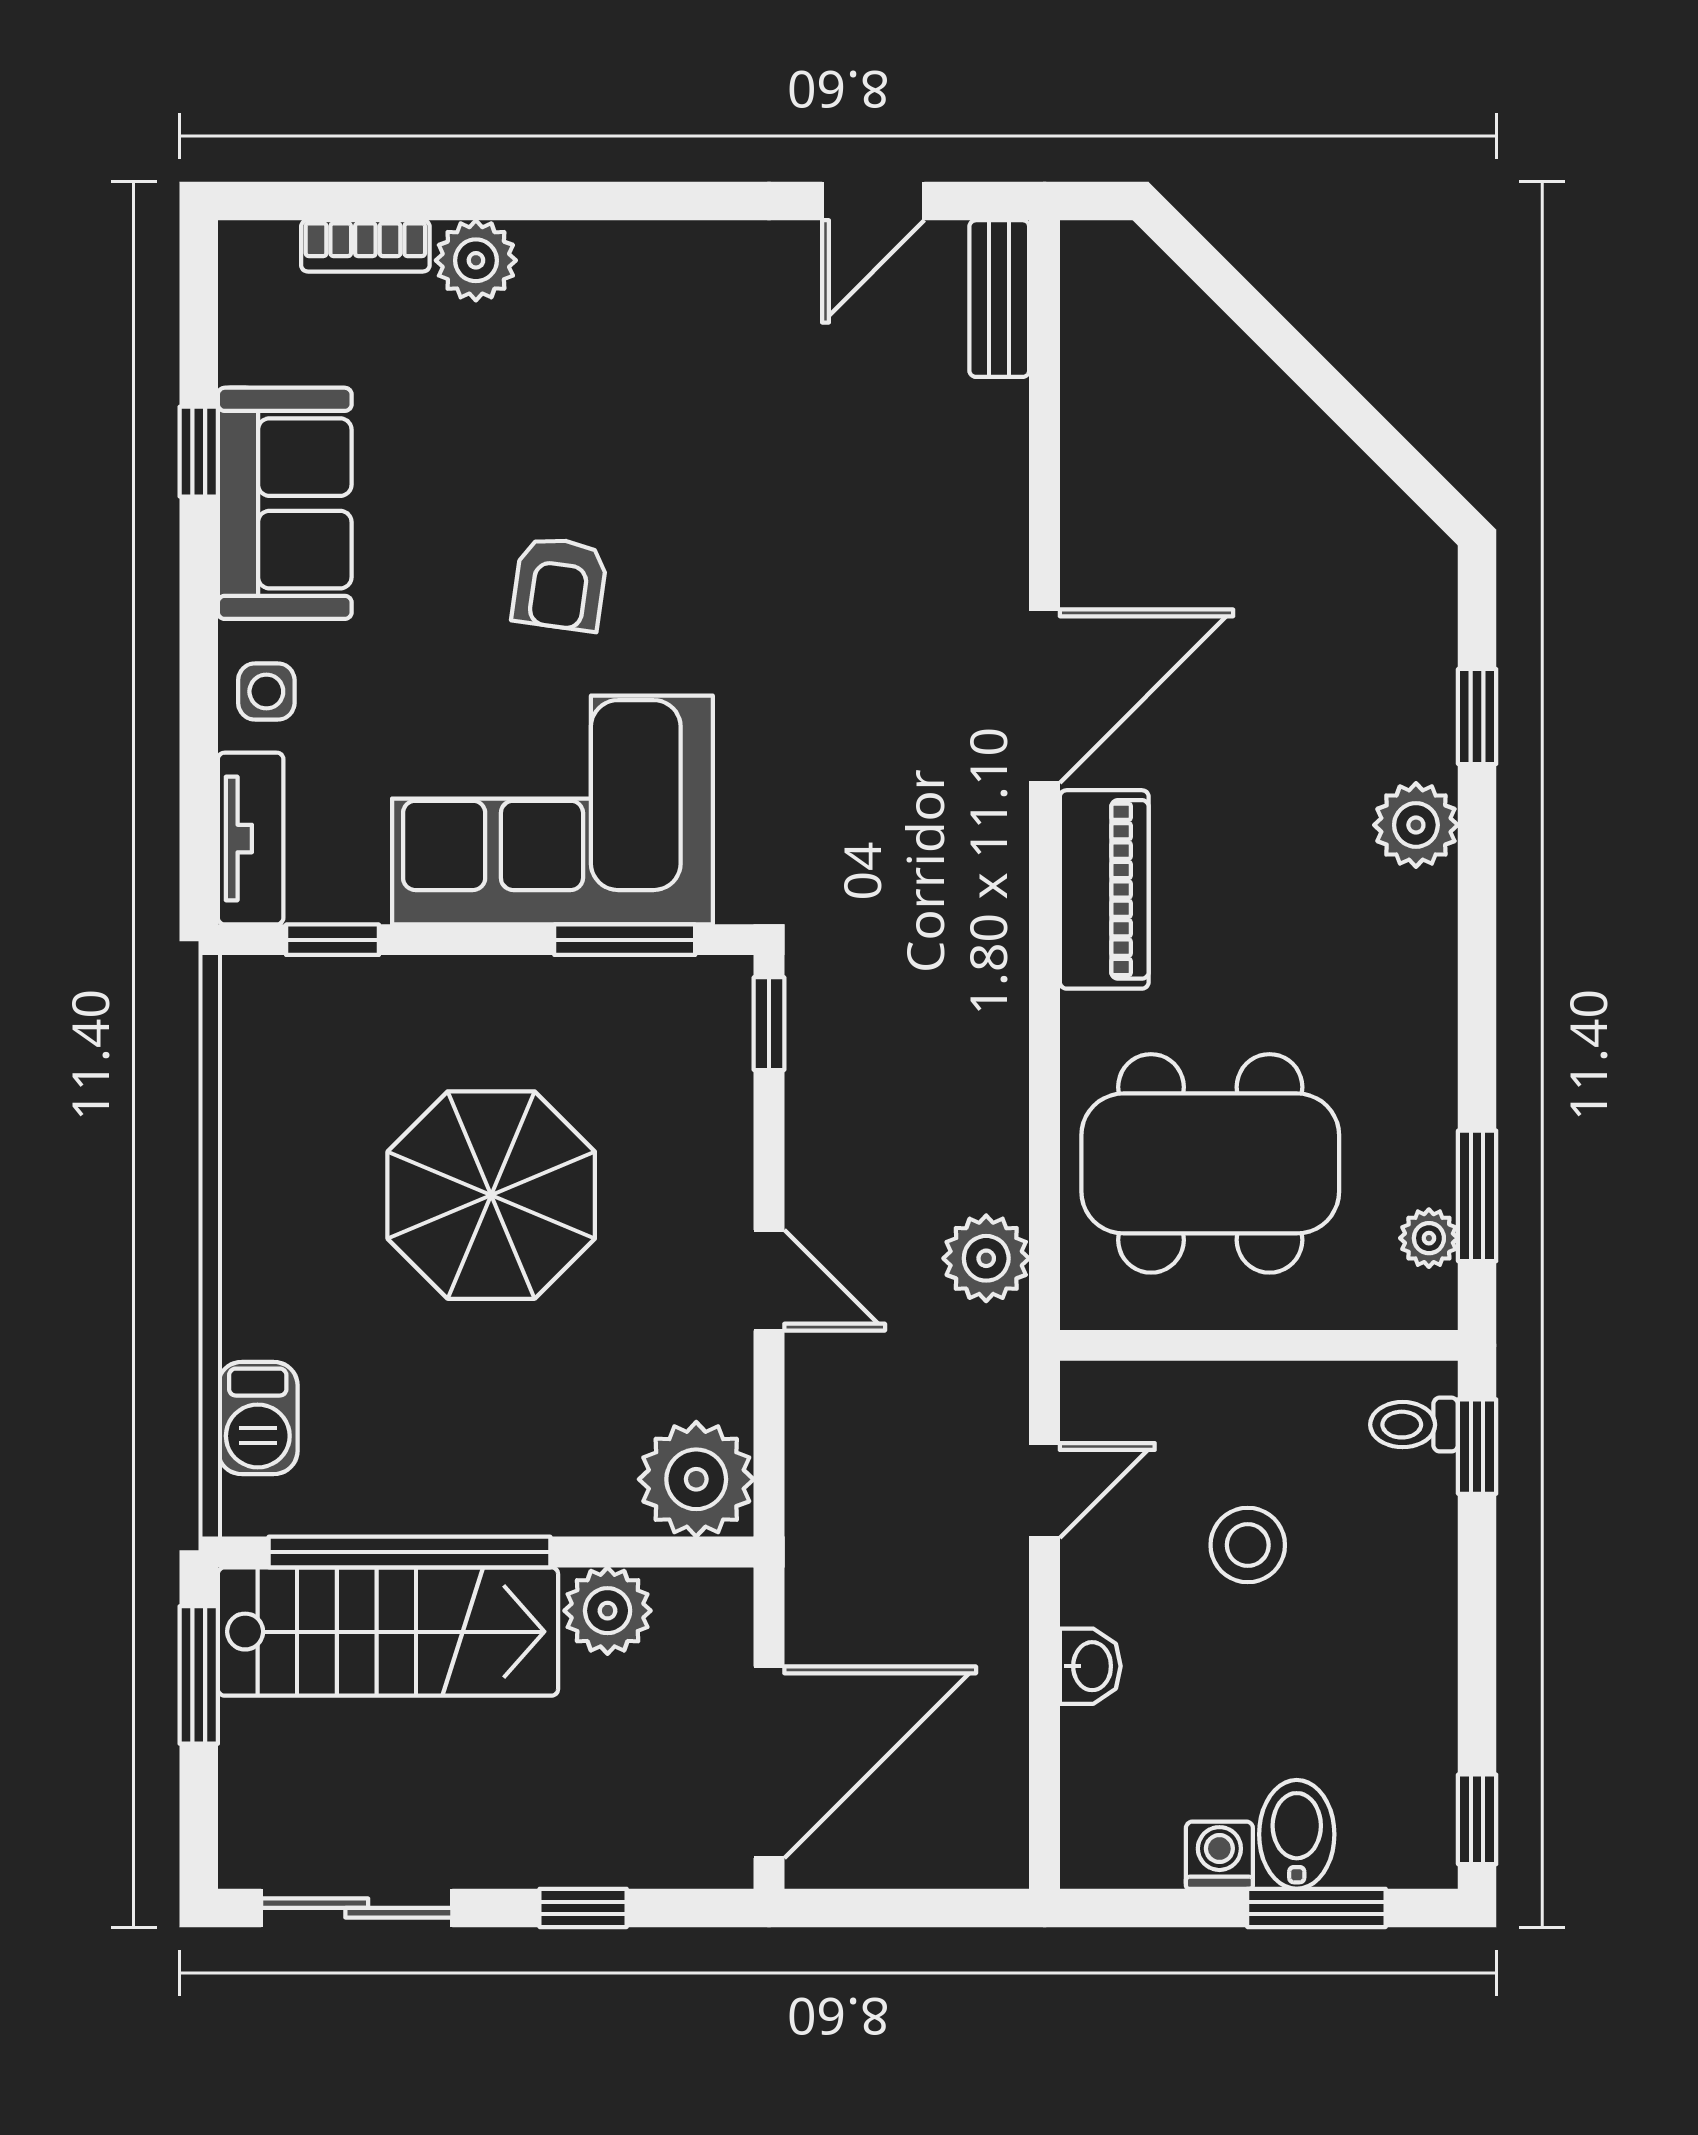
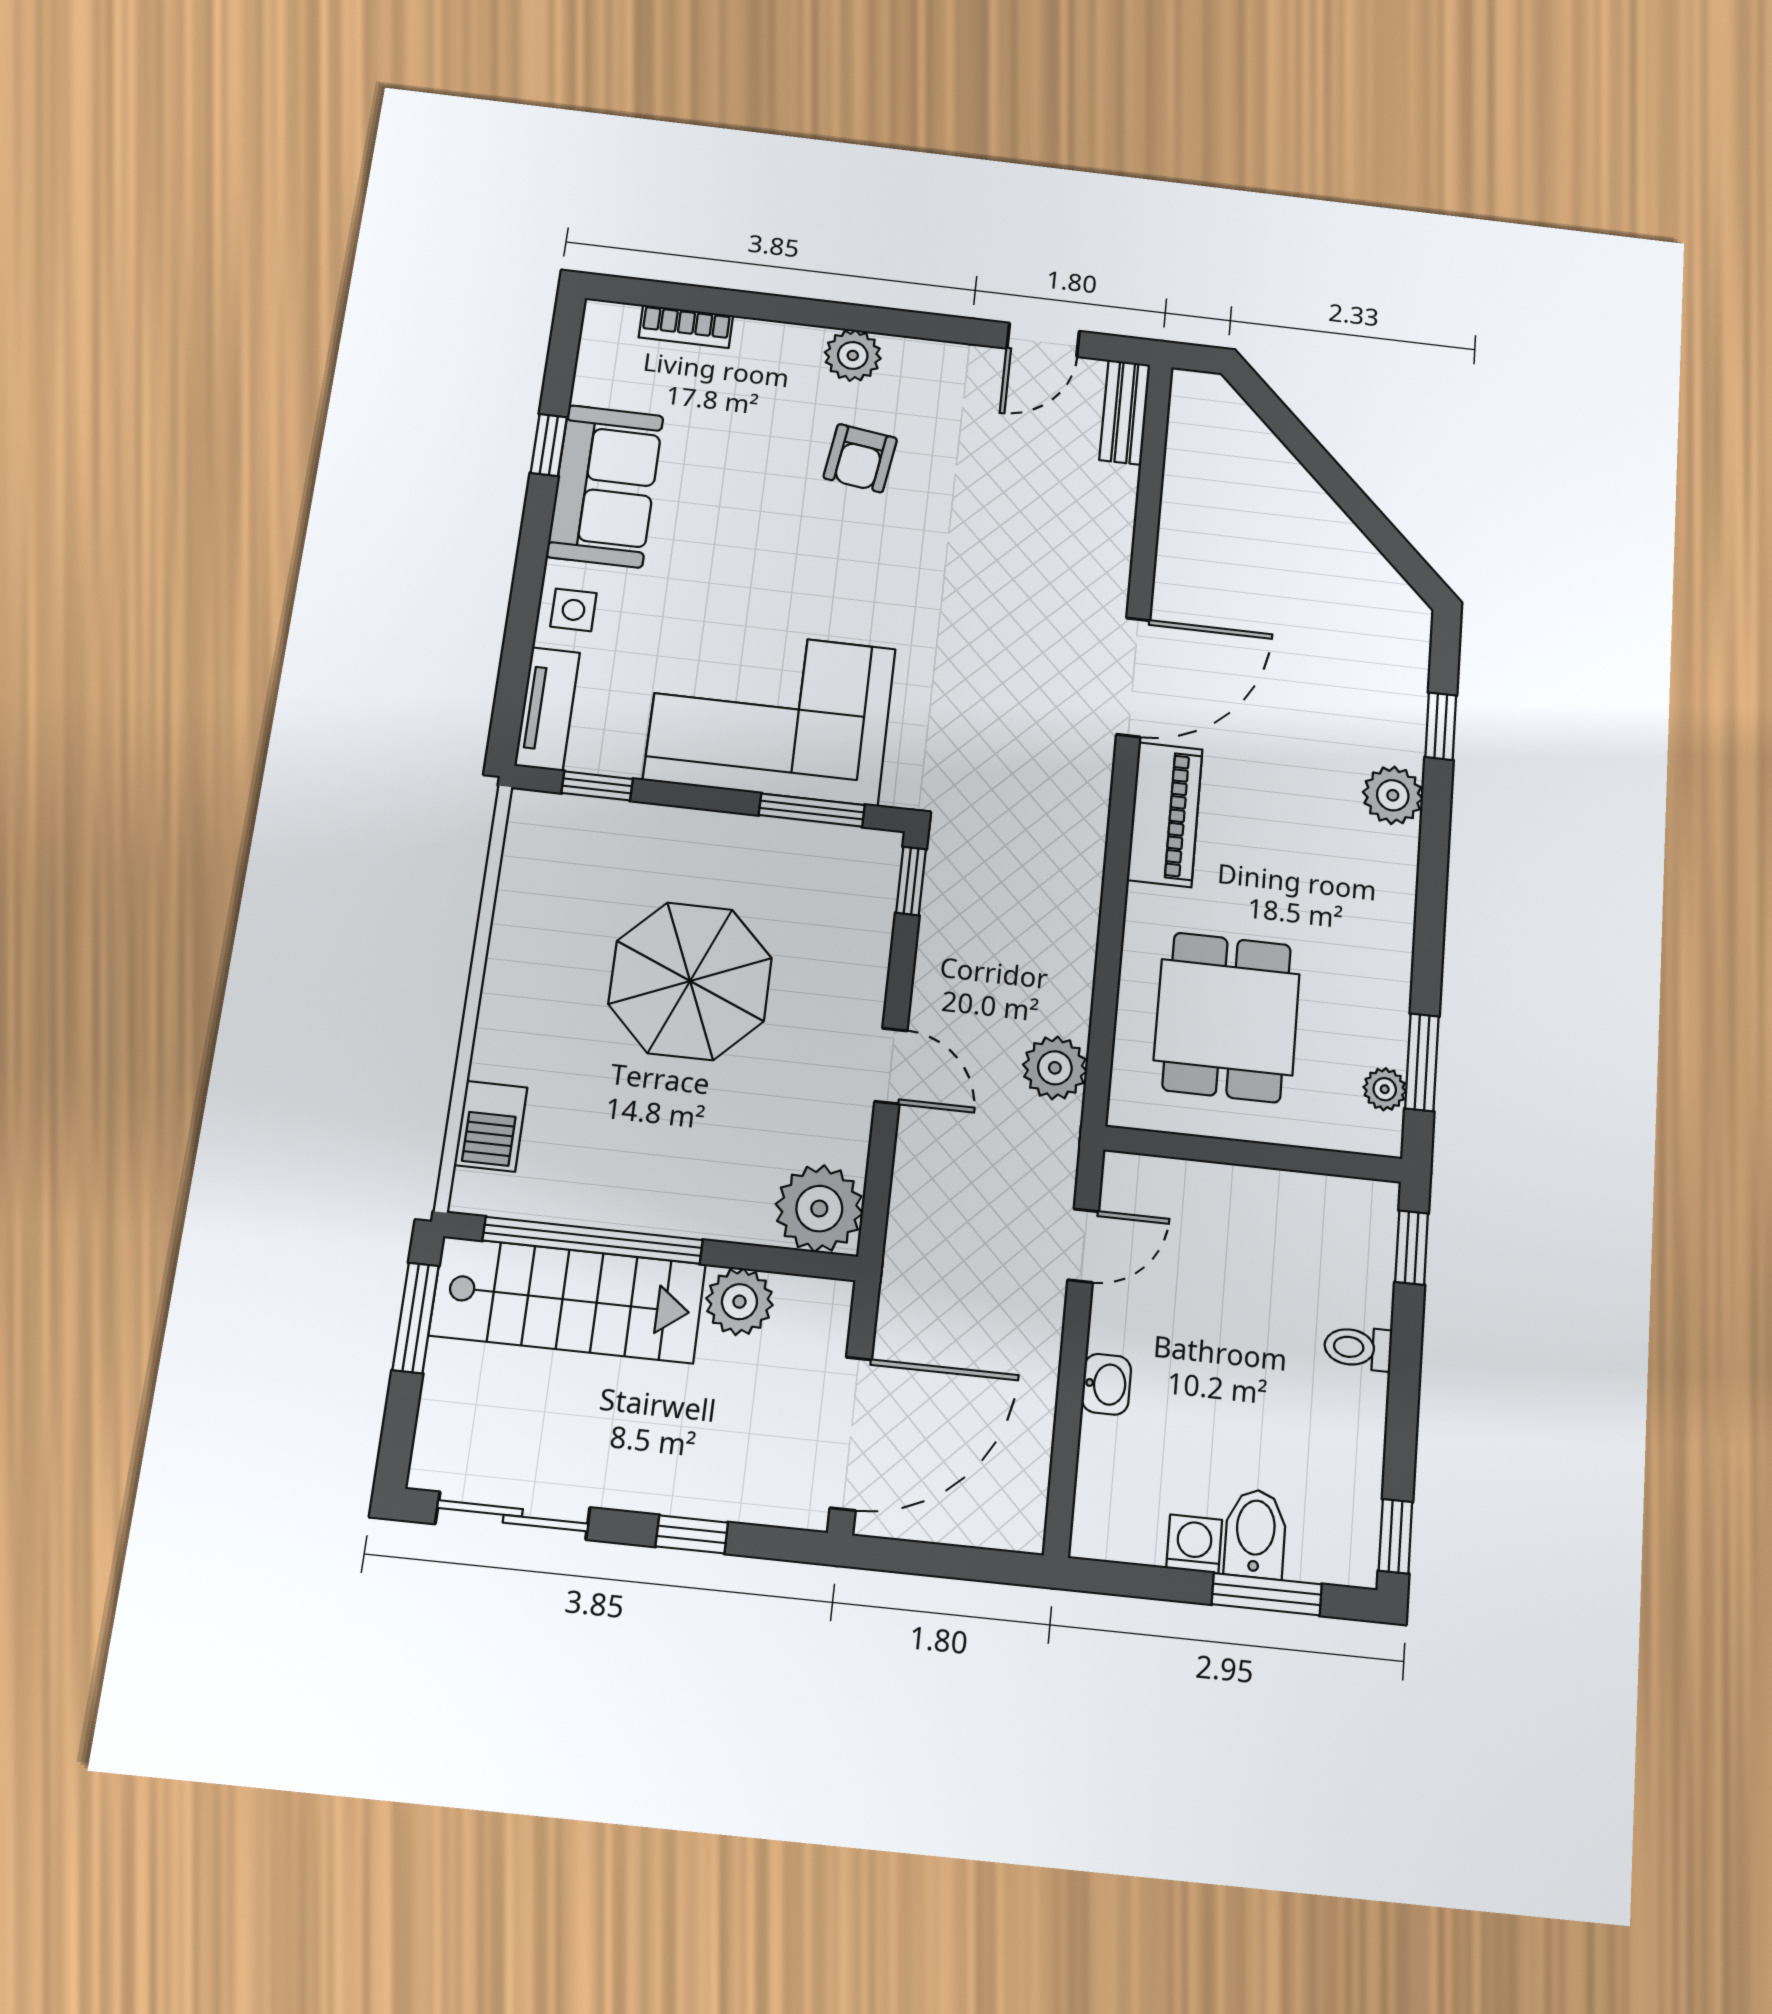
plant: (476, 260) -> (853, 355), moved
armchair: (560, 584) -> (860, 458), moved
dining table: (1210, 1163) -> (1227, 1017), width x0.73
toilet: (1414, 1425) -> (1358, 1348), moved
stool: (1248, 1545) -> (1234, 1304), removed

